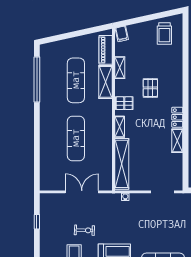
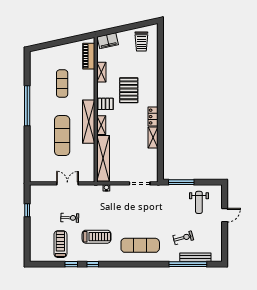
filing cabinet: (122, 34) -> (108, 41), width x2.00
window: (37, 80) -> (27, 106), moved
exercise mat: (76, 80) -> (62, 84), width x0.73, depth x0.69
shelving: (105, 82) -> (89, 122), moved, width x1.47
pallet: (150, 88) -> (129, 90), width x1.50, depth x1.42
double door: (82, 192) -> (67, 183), width x0.73

